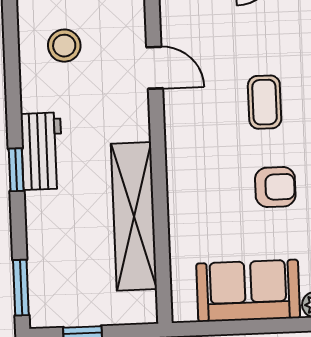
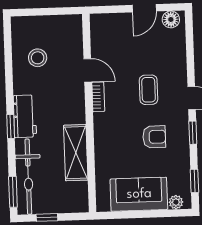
bookcase: (174, 115) -> (98, 97), added
shelving: (134, 216) -> (76, 153), width x0.68
bicycle: (49, 260) -> (28, 177), added

